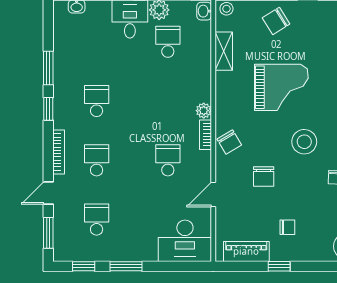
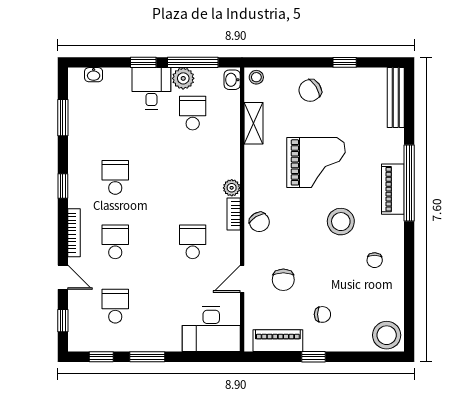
window: (48, 68) -> (63, 118), moved
chair: (264, 176) -> (283, 280), moved
door: (48, 193) -> (63, 277), swing flipped
window: (48, 233) -> (63, 321), width x0.67

